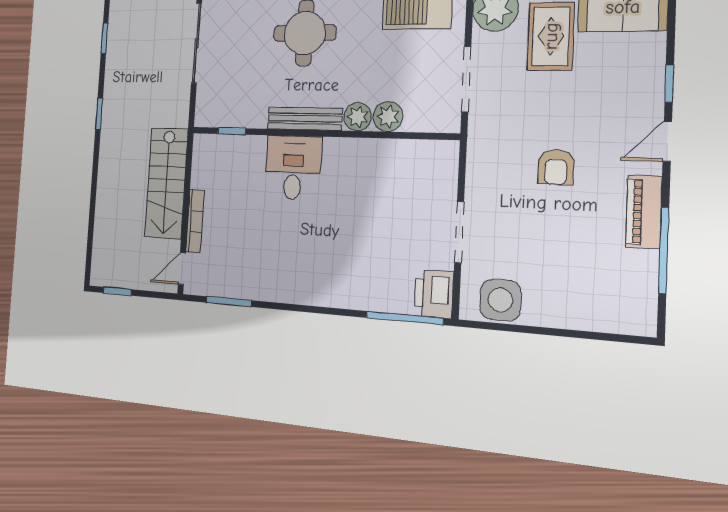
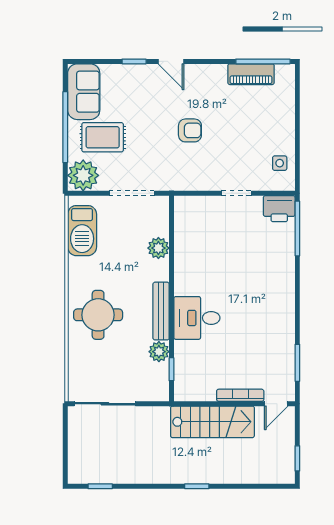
window: (99, 114) -> (197, 486), moved
plant: (358, 117) -> (159, 352), moved
piano: (644, 212) -> (251, 74), moved
doorway: (459, 232) -> (236, 193), width x0.73
window: (664, 250) -> (263, 61), moved
door: (182, 269) -> (276, 404), hinge flipped
side table: (500, 300) -> (280, 163), width x0.54, depth x0.54

